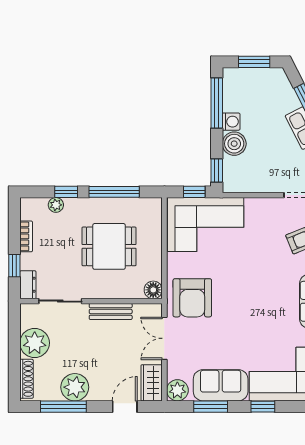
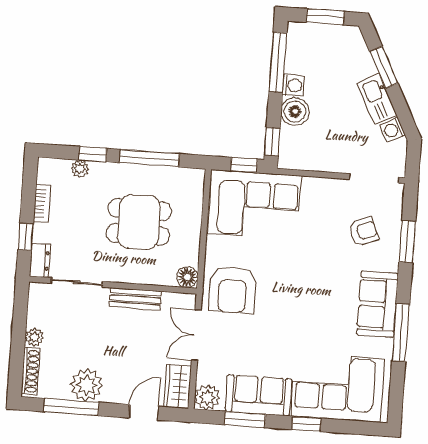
plant: (35, 343) -> (34, 337), width x0.53, depth x0.53

